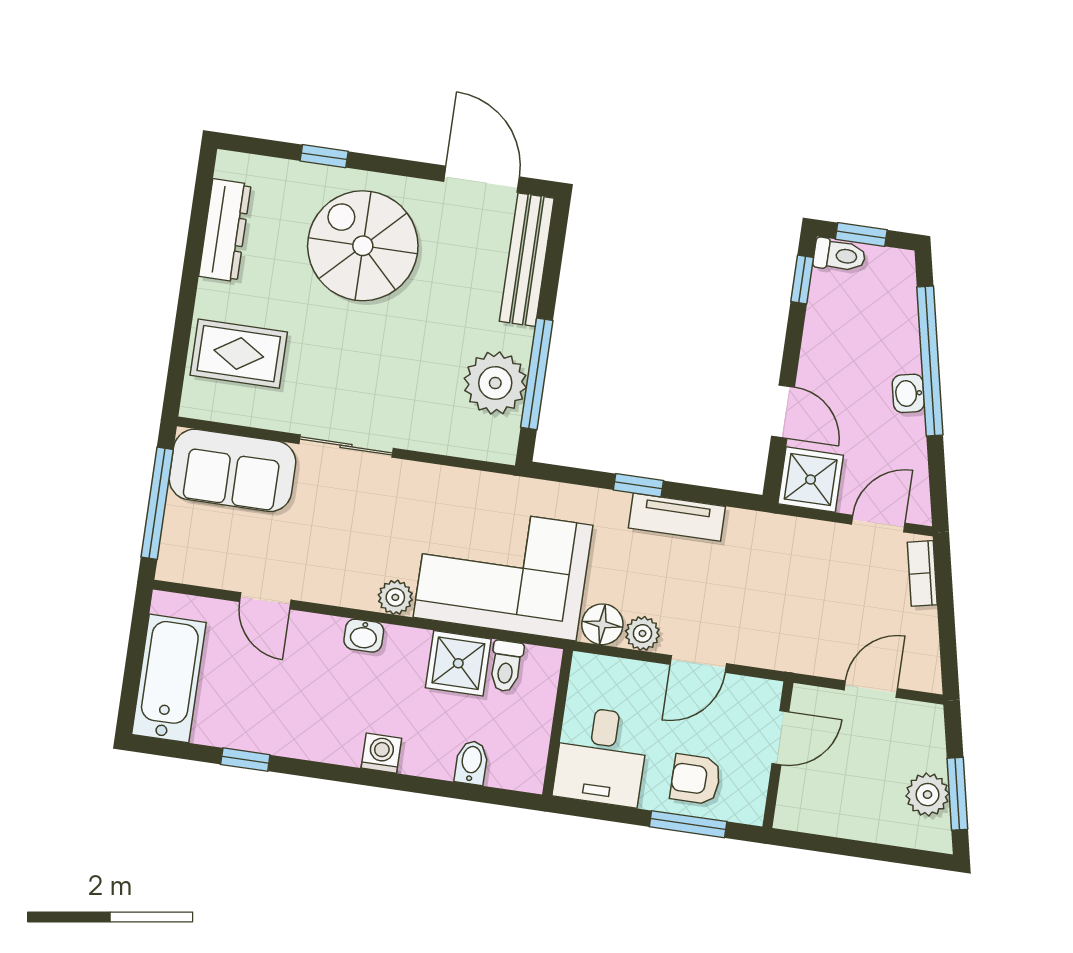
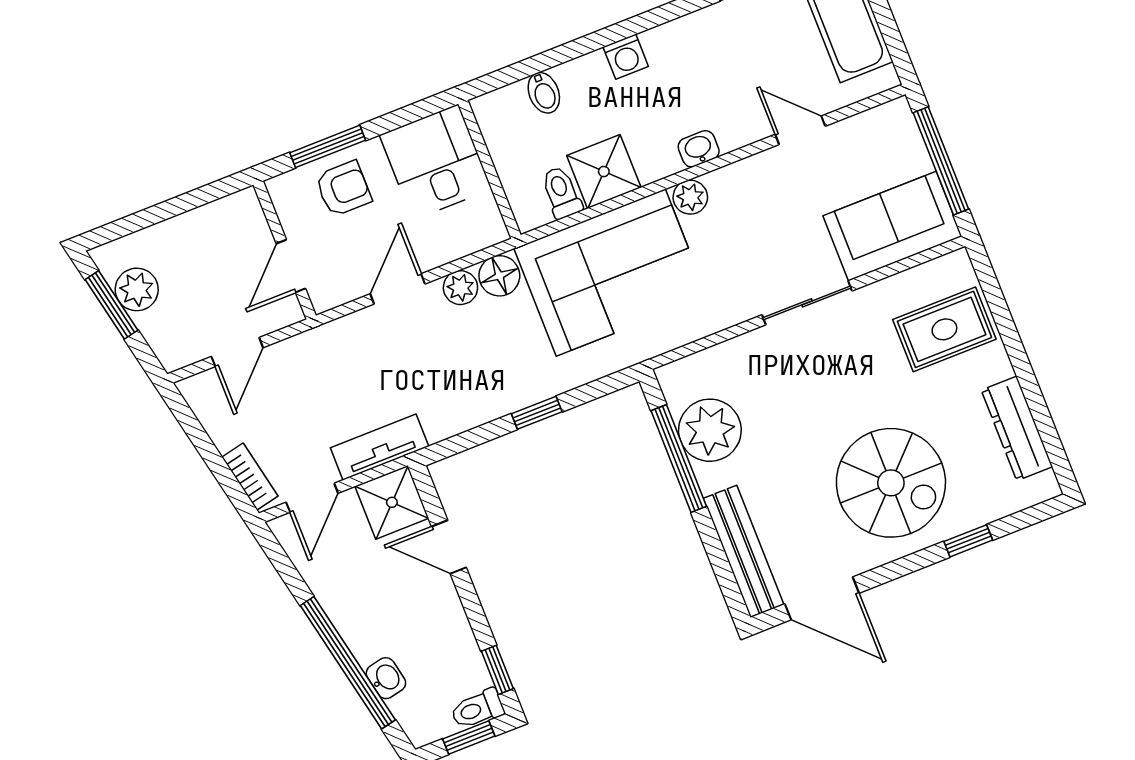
washbasin: (908, 393) -> (386, 678), moved
tv unit: (677, 517) -> (380, 447), moved

